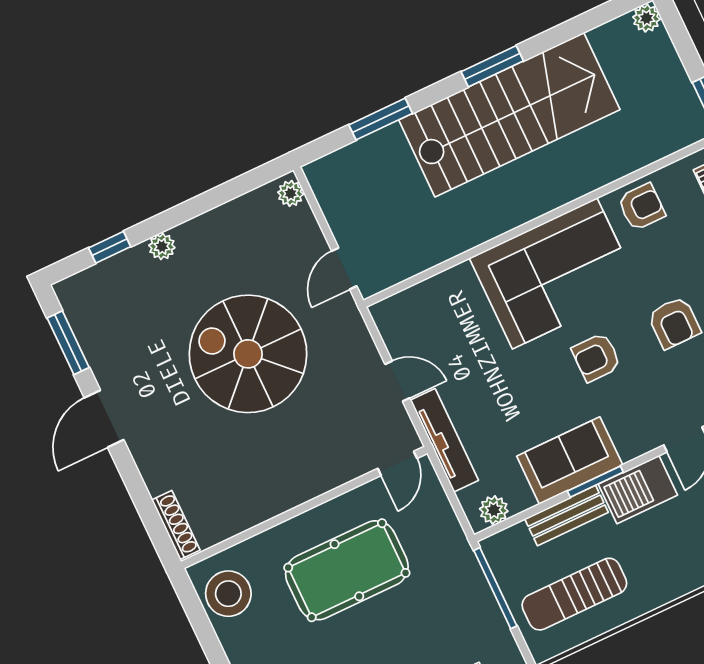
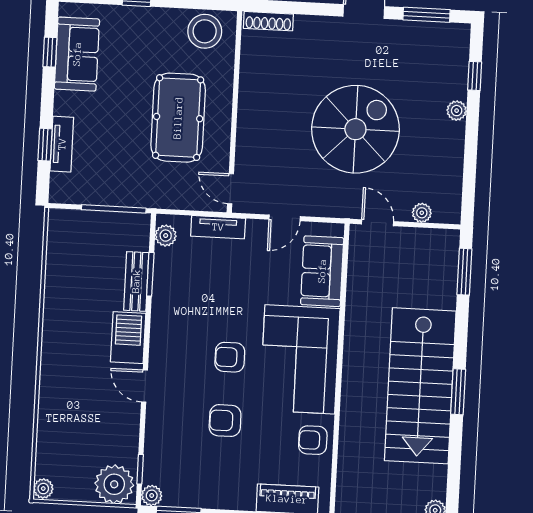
window: (381, 119) -> (464, 272), moved
plant: (291, 193) -> (422, 213), moved
armchair: (641, 207) -> (313, 440), turned 90
armchair: (596, 357) -> (230, 357), turned -90
tv unit: (444, 440) -> (218, 227), width x0.71
sofa: (570, 461) -> (322, 271), moved, turned 180
window: (595, 482) -> (150, 274), moved
sun lounger: (574, 594) -> (82, 259), removed

